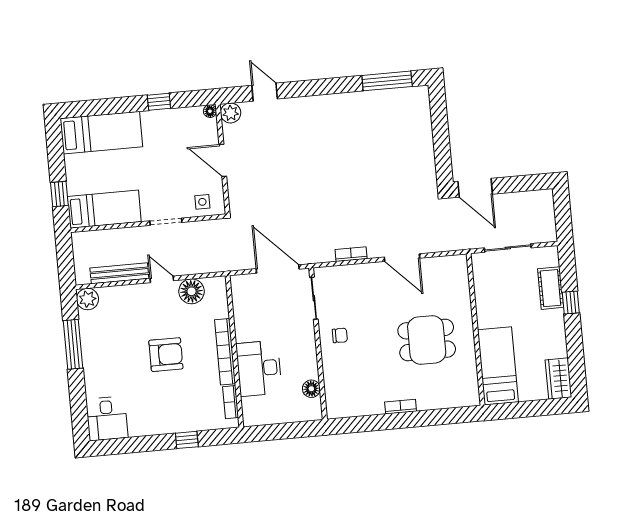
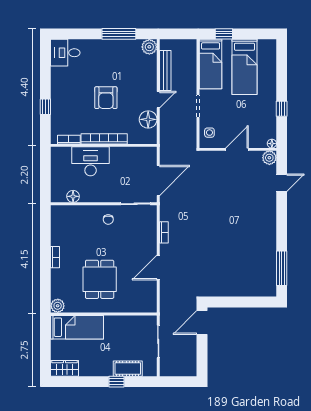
bed: (101, 133) -> (244, 67), moved
plant: (470, 397) -> (58, 306), added

